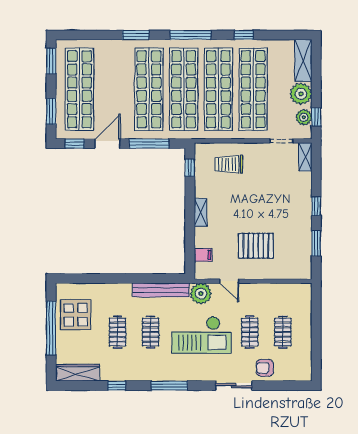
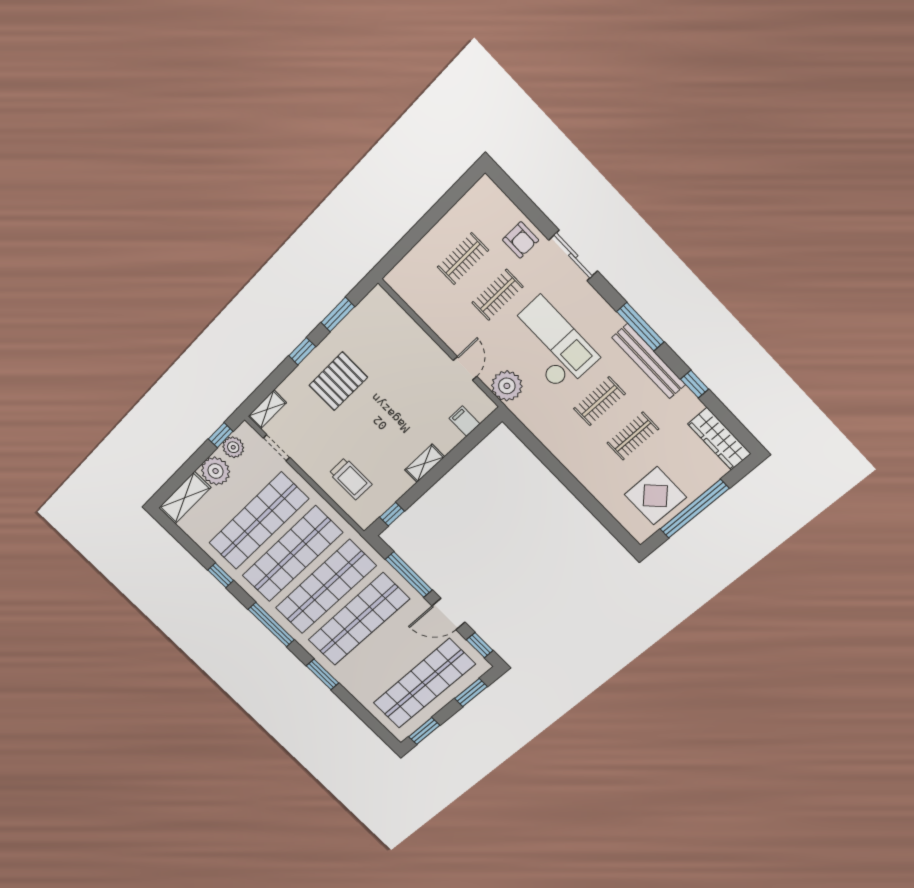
pallet: (256, 246) -> (338, 381), moved, turned 90
bench: (161, 290) -> (649, 361), moved

